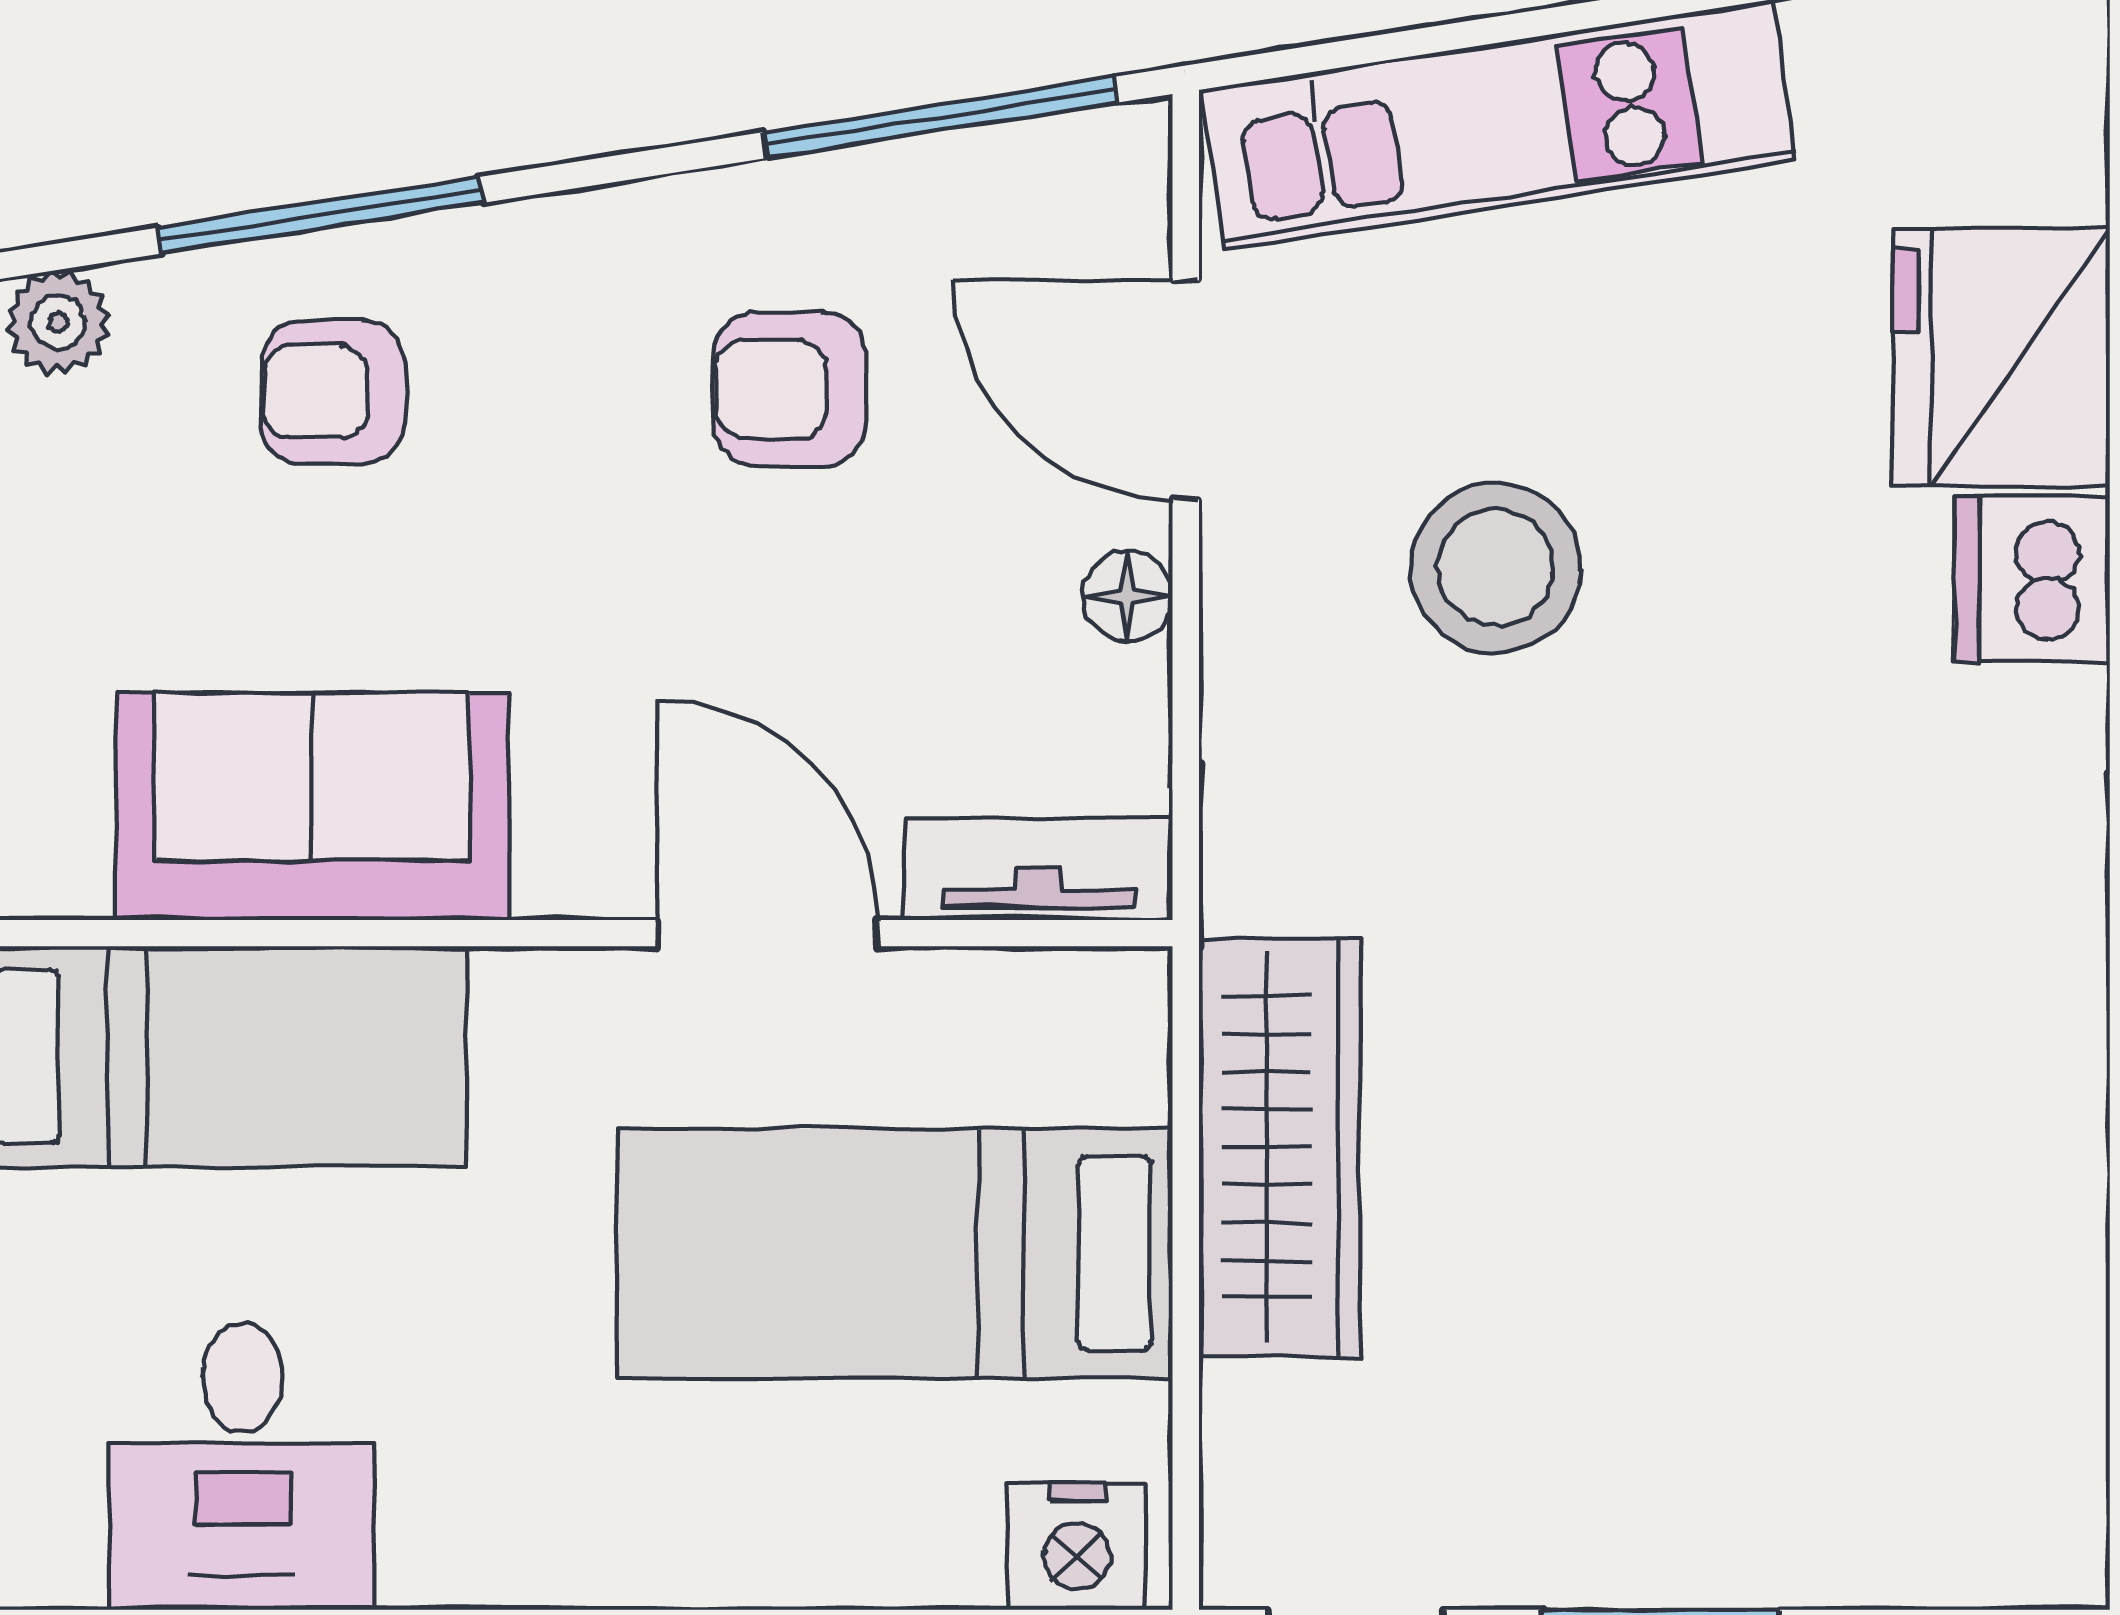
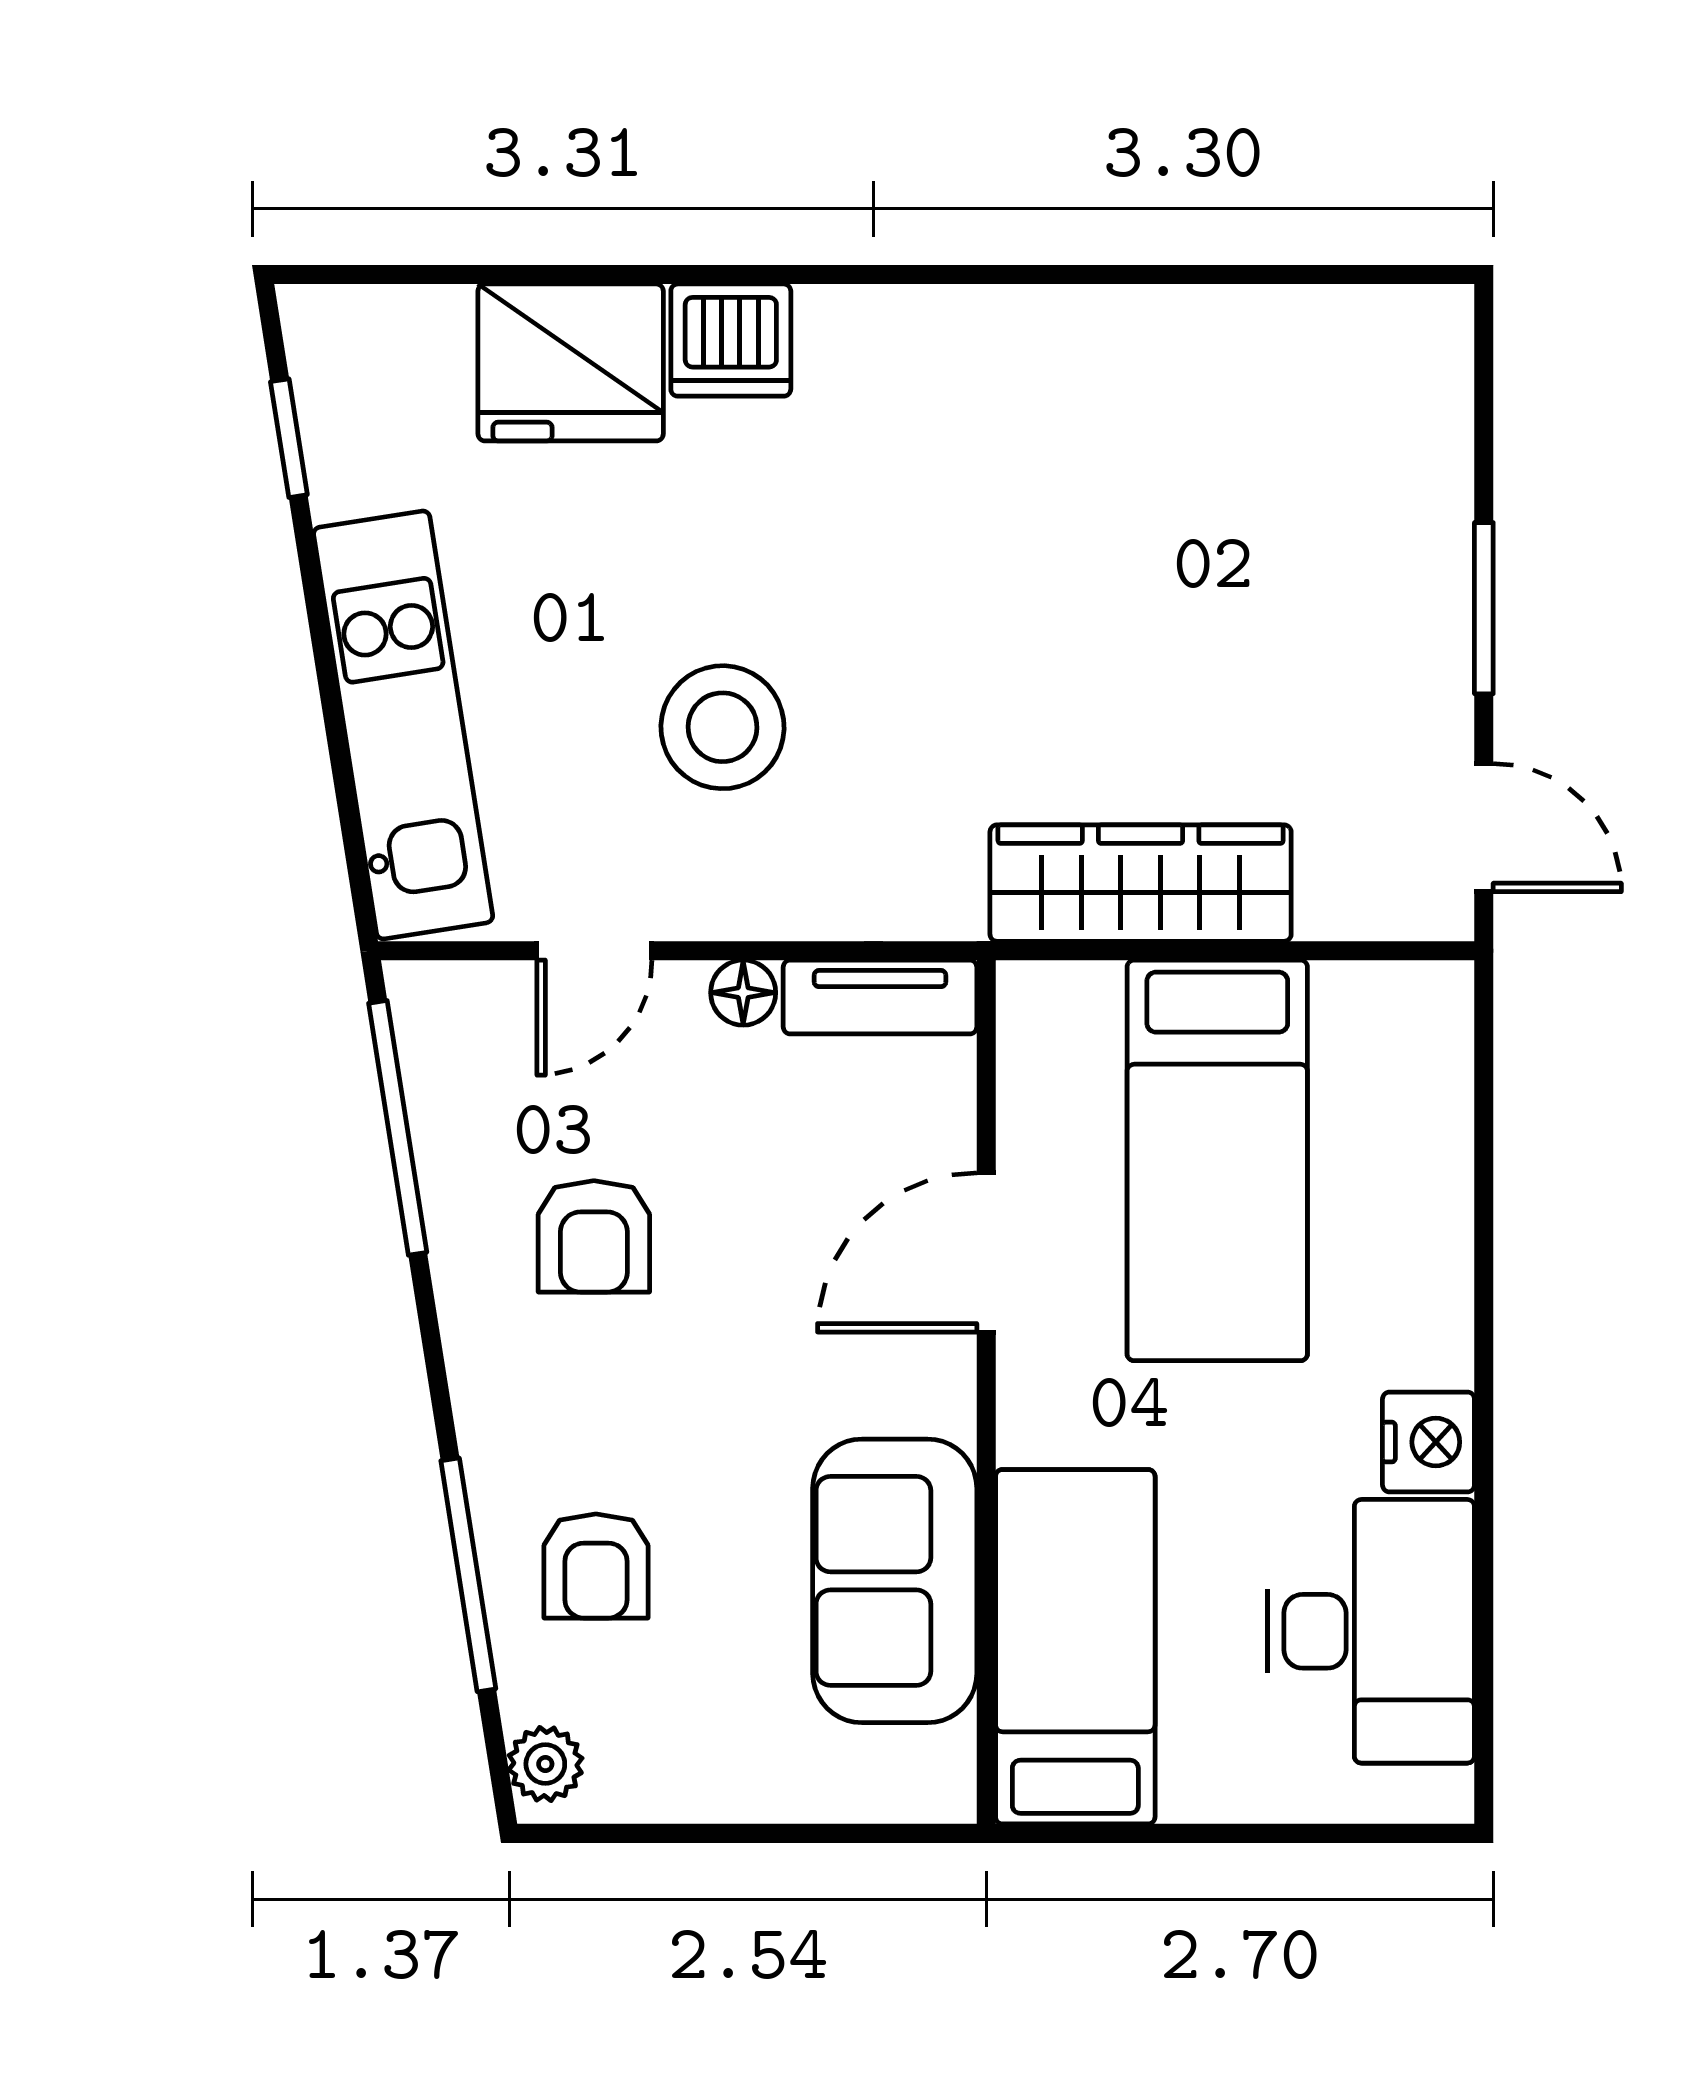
door: (1186, 390) -> (594, 951), width x0.73
tv unit: (1039, 869) -> (880, 997), moved, turned -90
desk: (242, 1466) -> (1371, 1631), width x1.37
nightstand: (1077, 1546) -> (1428, 1442), moved

